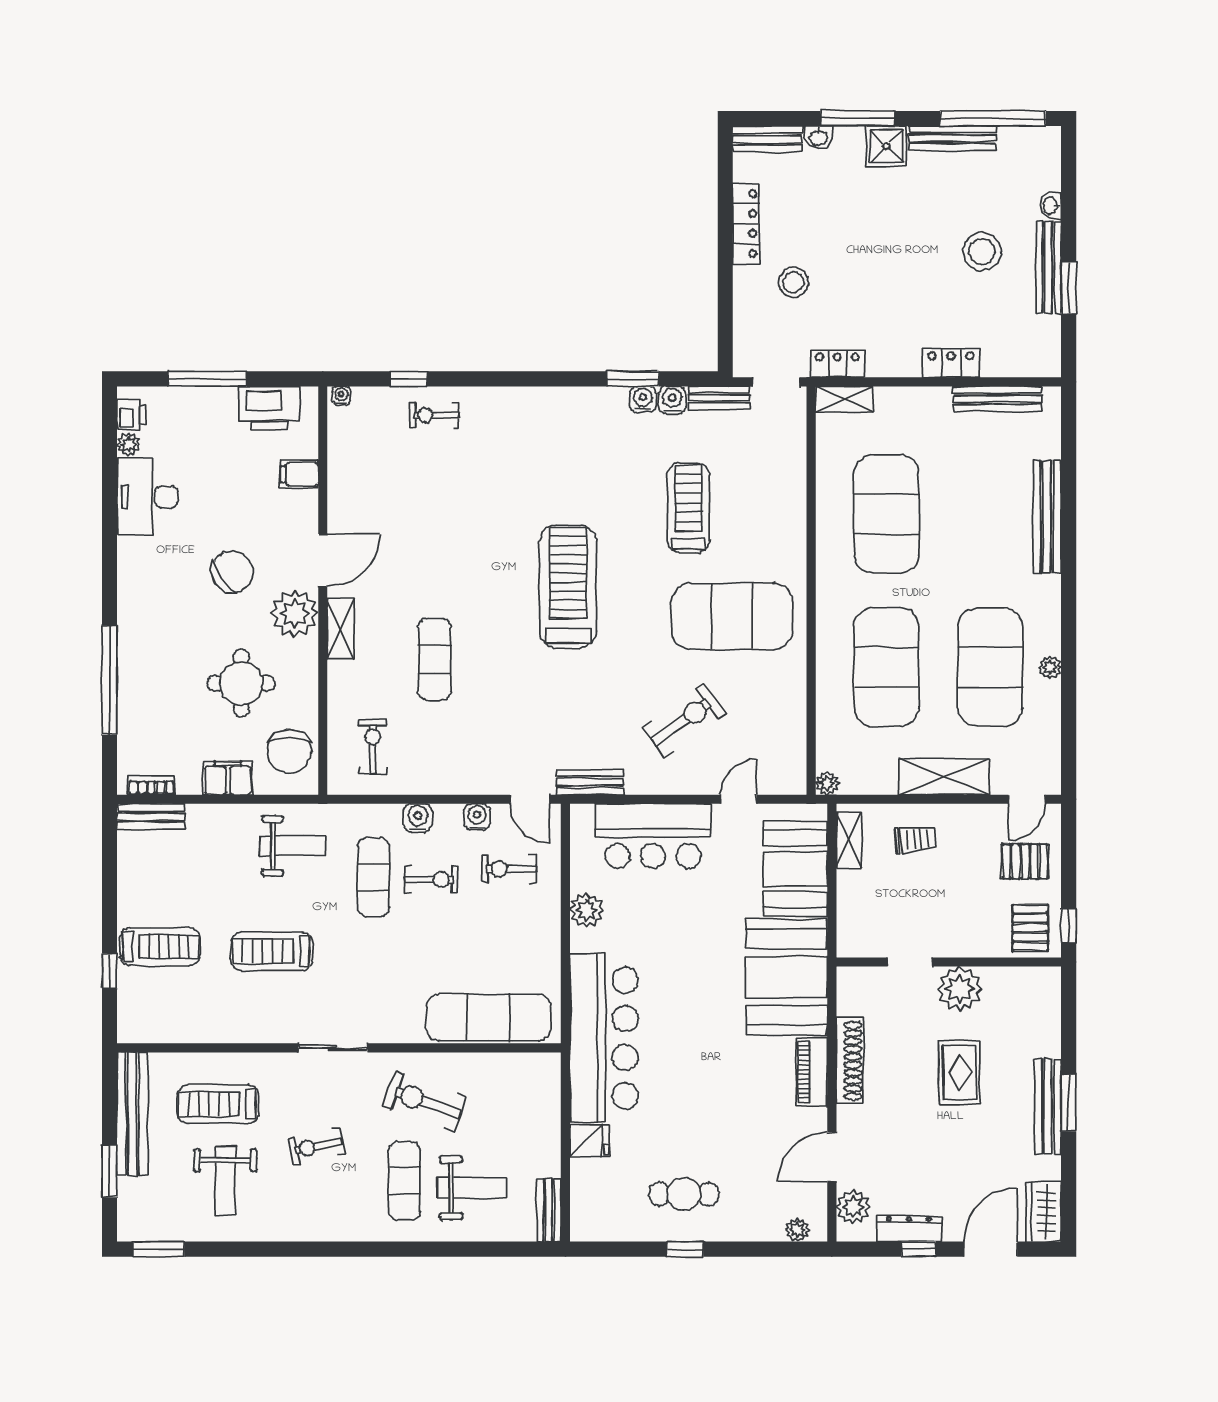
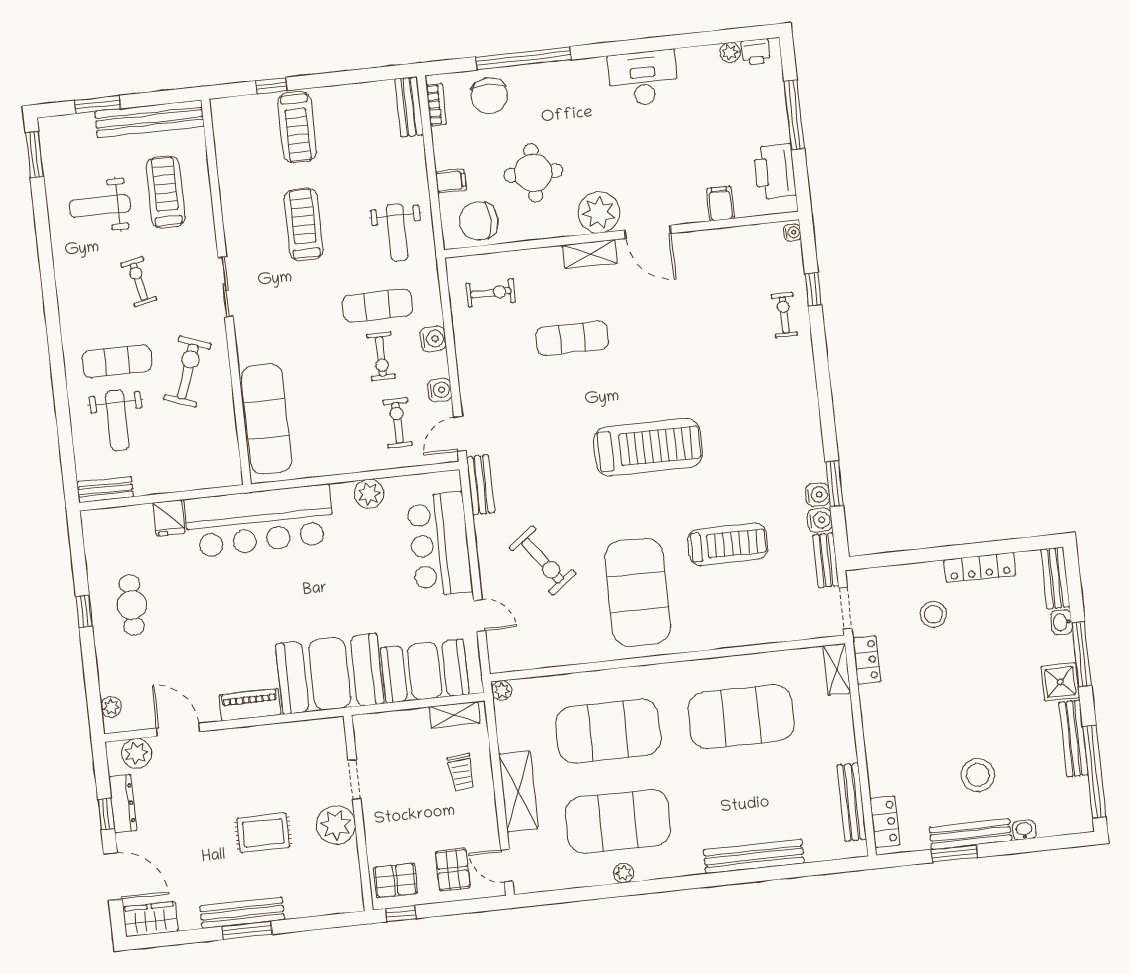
locker: (951, 363) -> (885, 822), moved
desk: (147, 497) -> (643, 78), moved
chair: (232, 572) -> (489, 96), moved, turned 34
filing cabinet: (228, 778) -> (451, 181), width x0.50
shoe rack: (850, 1061) -> (263, 736), removed

